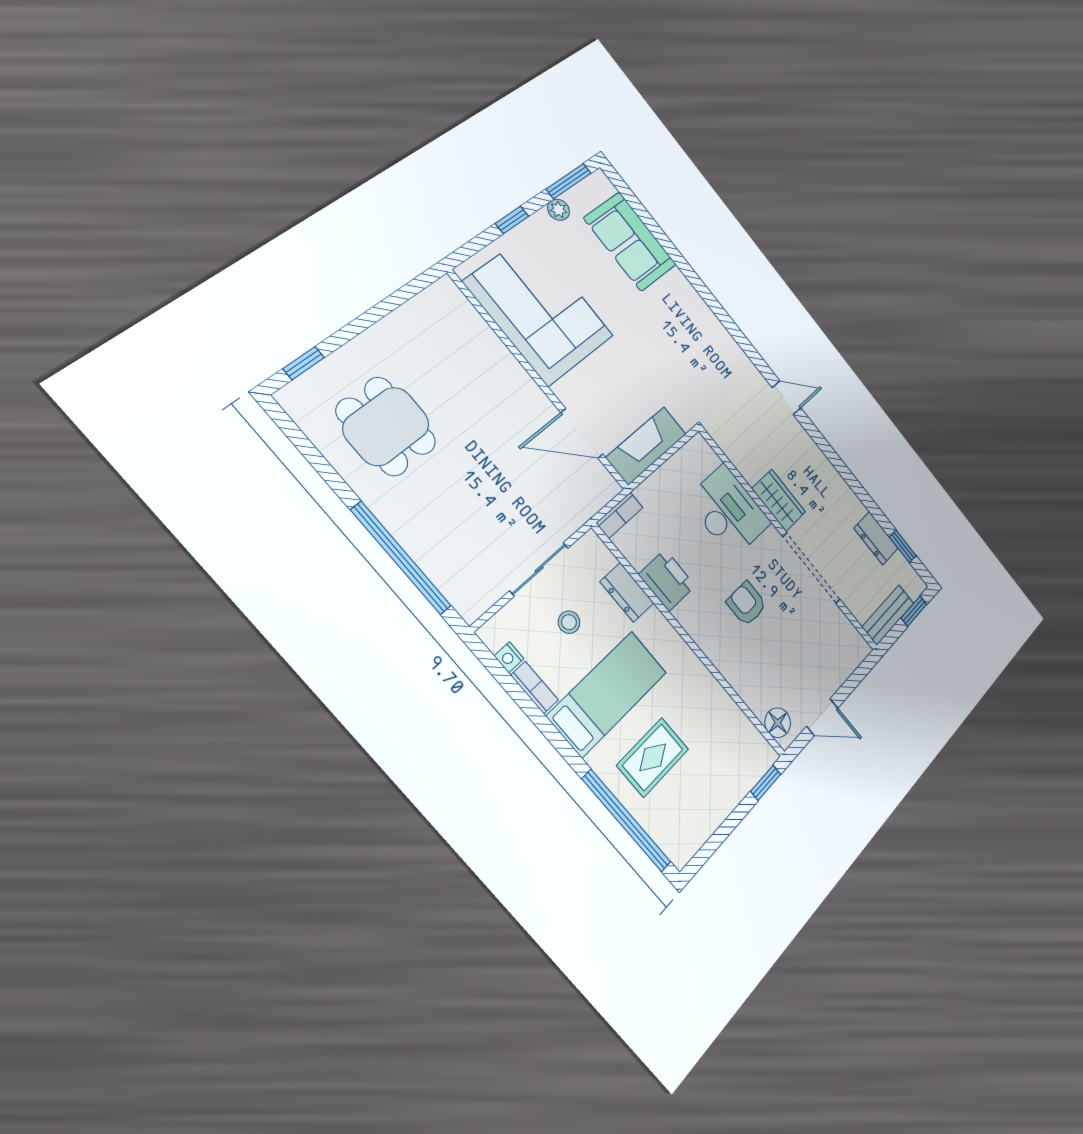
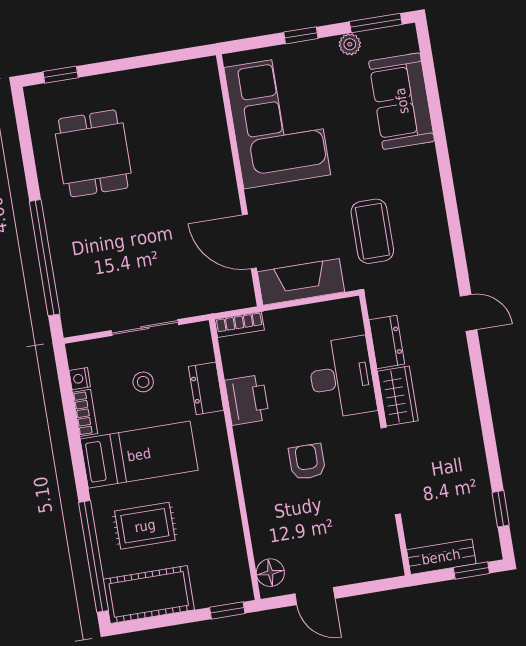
coffee table: (675, 368) -> (372, 231), added
dresser: (876, 538) -> (387, 342), moved, turned 180
cot: (695, 819) -> (149, 594), added

